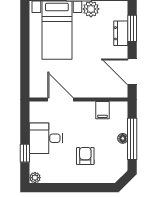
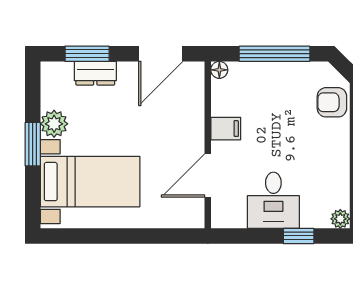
filing cabinet: (102, 110) -> (226, 129), moved
floor lamp: (123, 138) -> (219, 70), moved
armchair: (85, 156) -> (332, 102), moved

